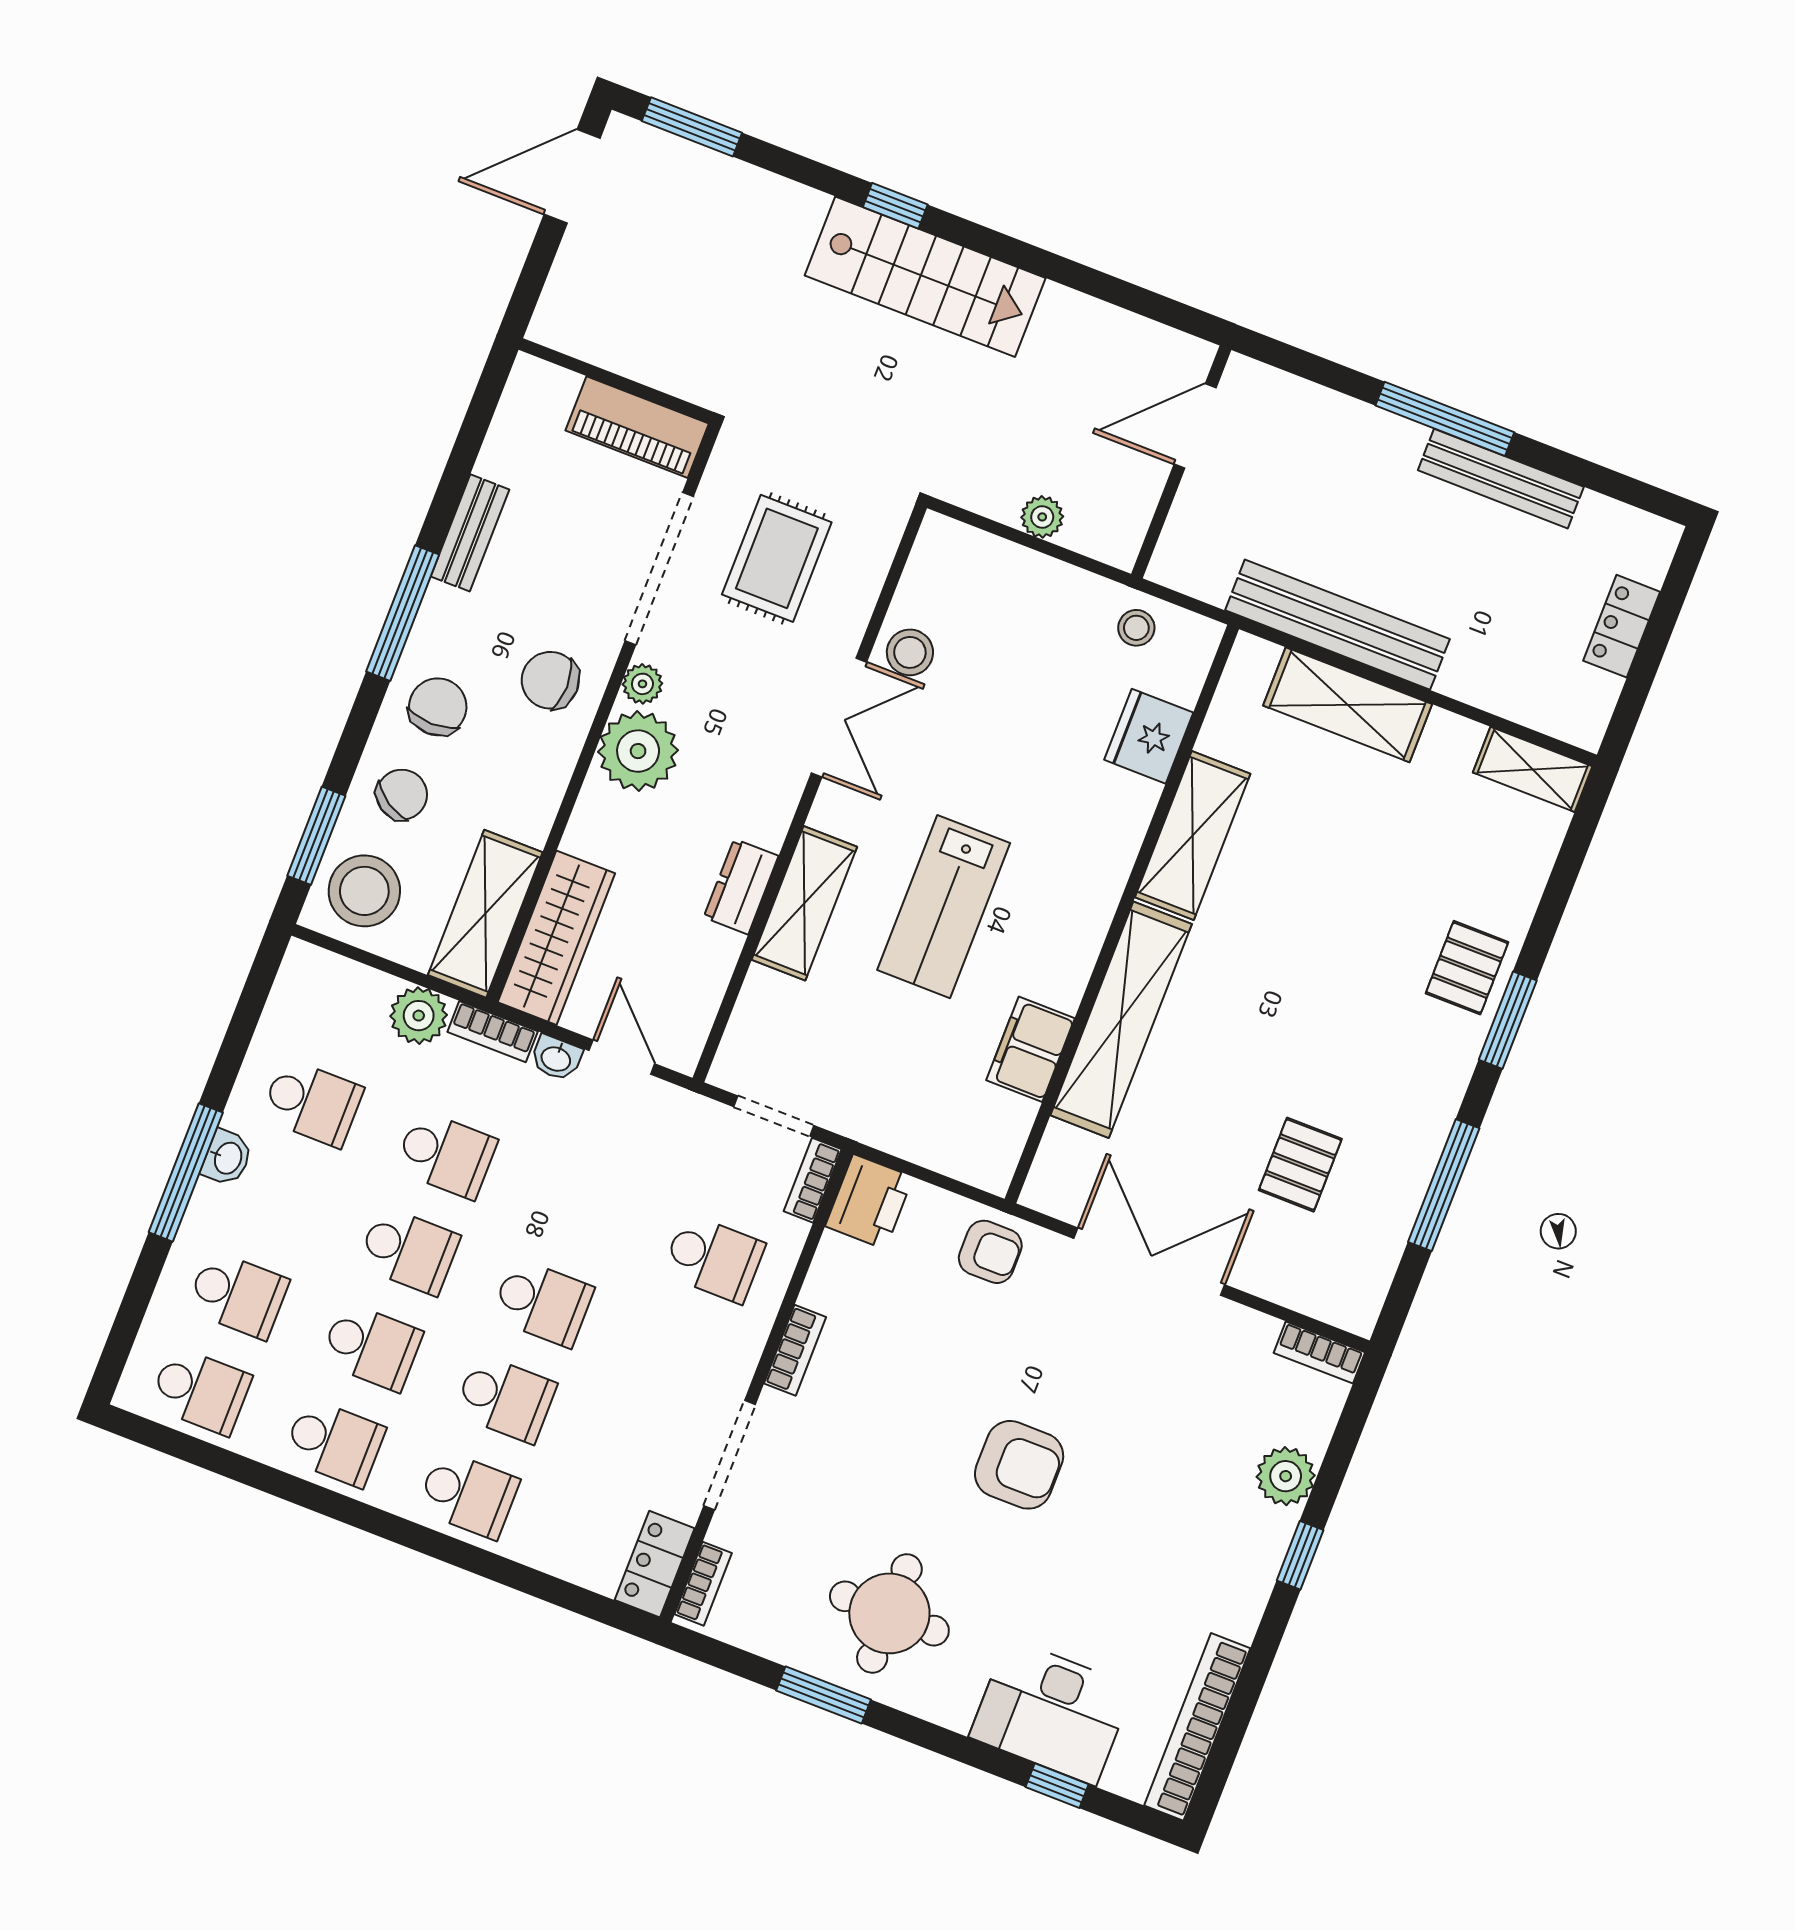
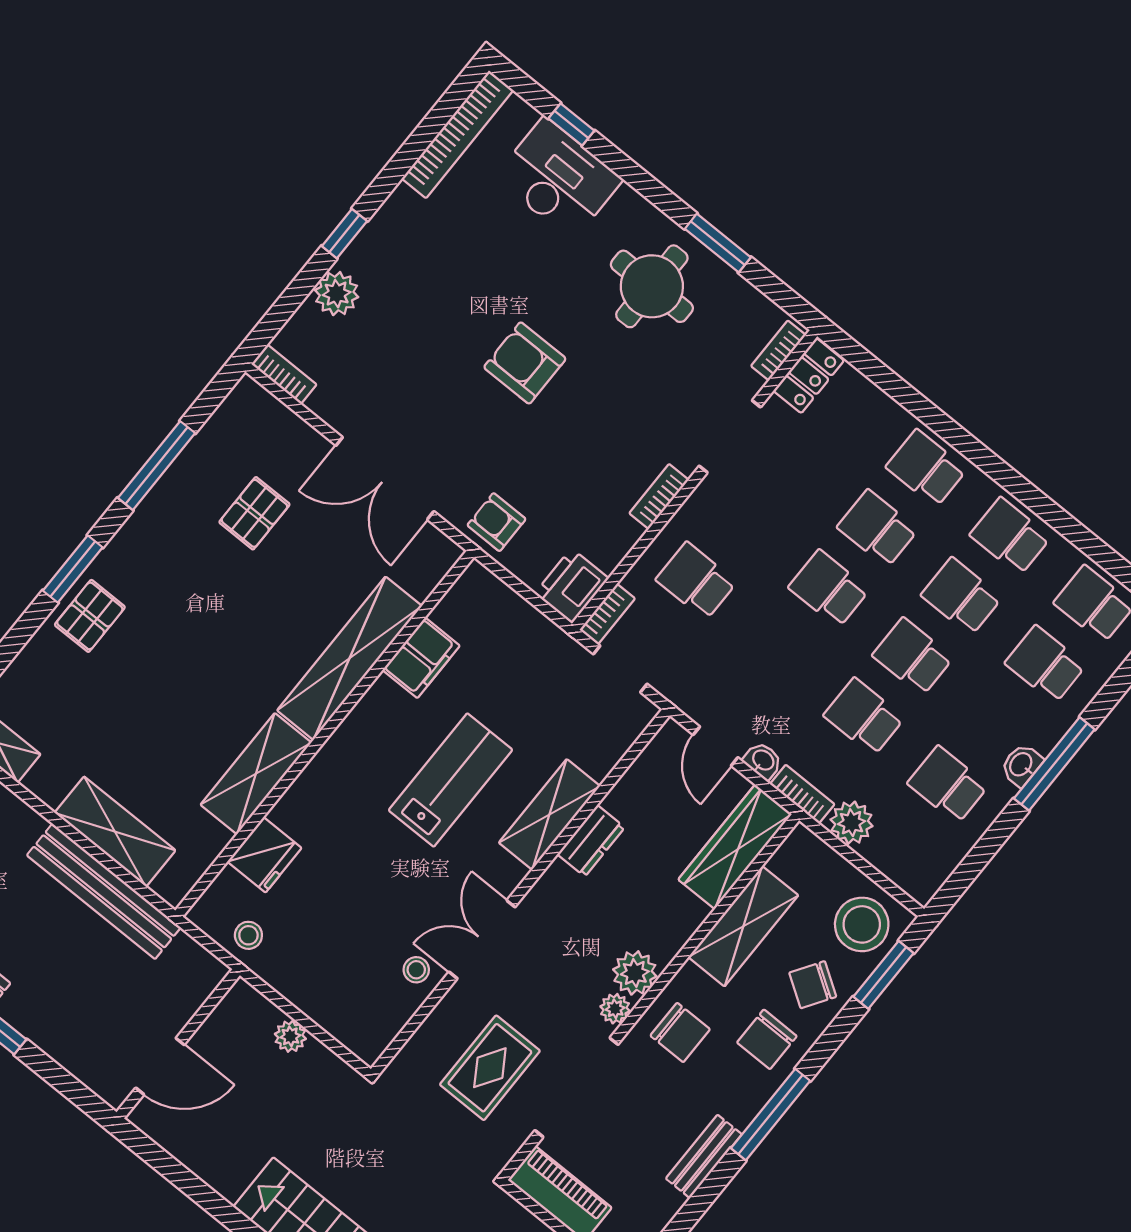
stool: (910, 652) -> (416, 970), width x0.73, depth x0.73
plant: (638, 751) -> (635, 973), width x0.73, depth x0.73
shelving: (485, 914) -> (743, 926), moved

